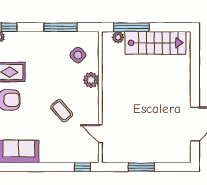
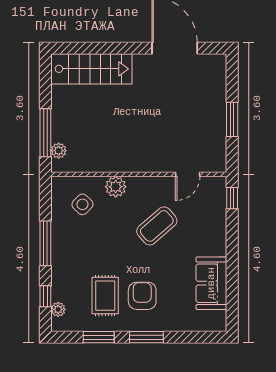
window: (61, 27) -> (45, 243), moved
stairs: (155, 43) -> (91, 69), moved, turned 90
coffee table: (62, 111) -> (157, 226), width x1.36, depth x1.30

